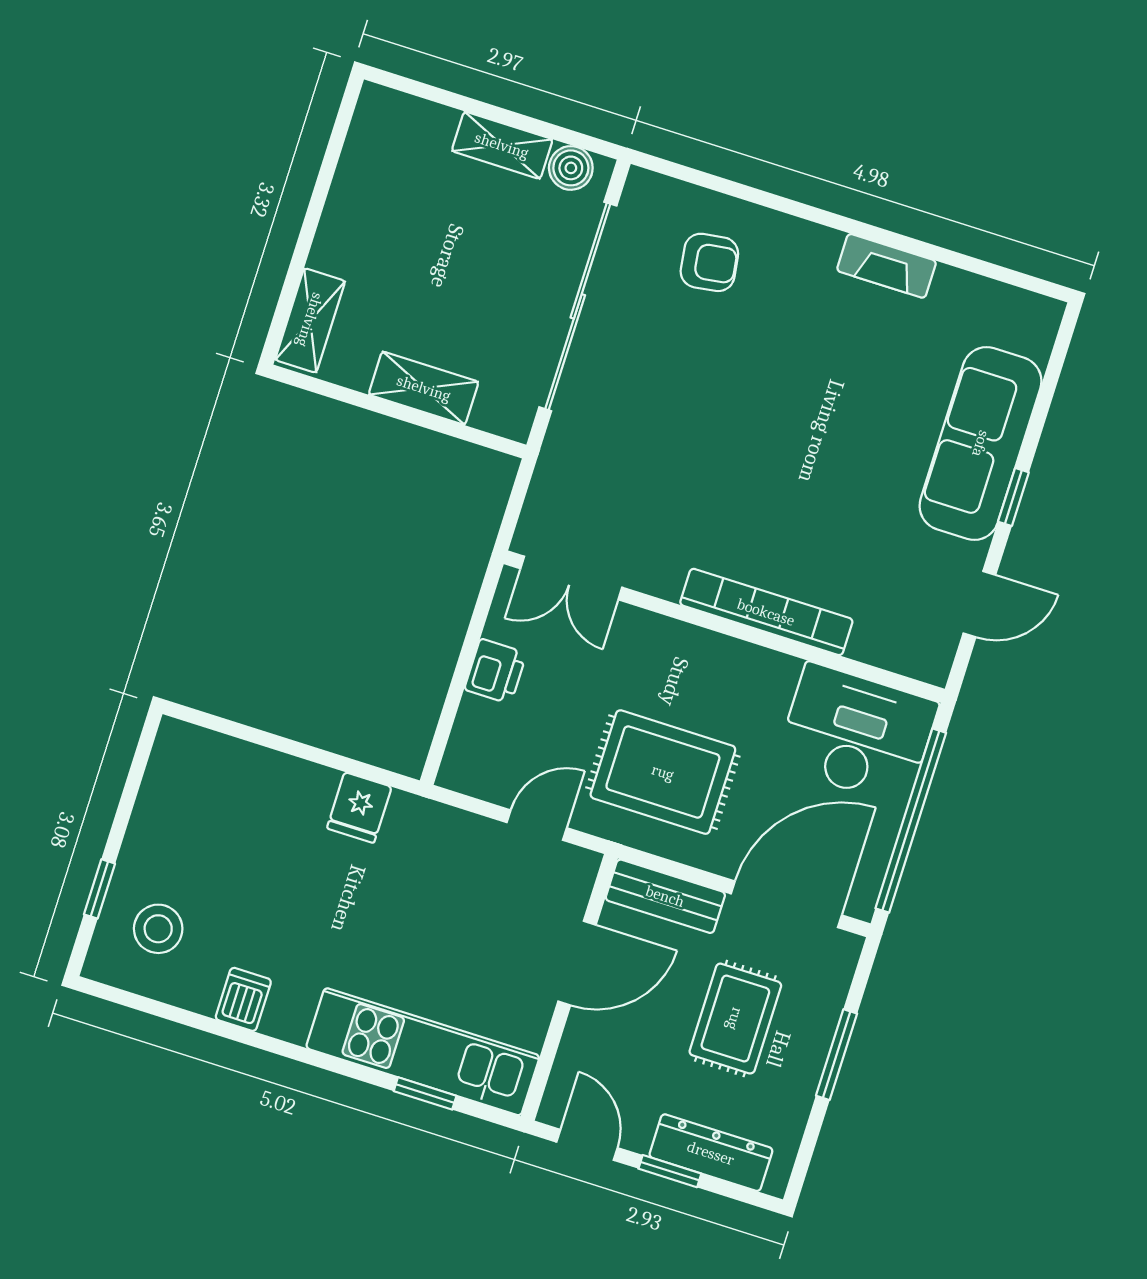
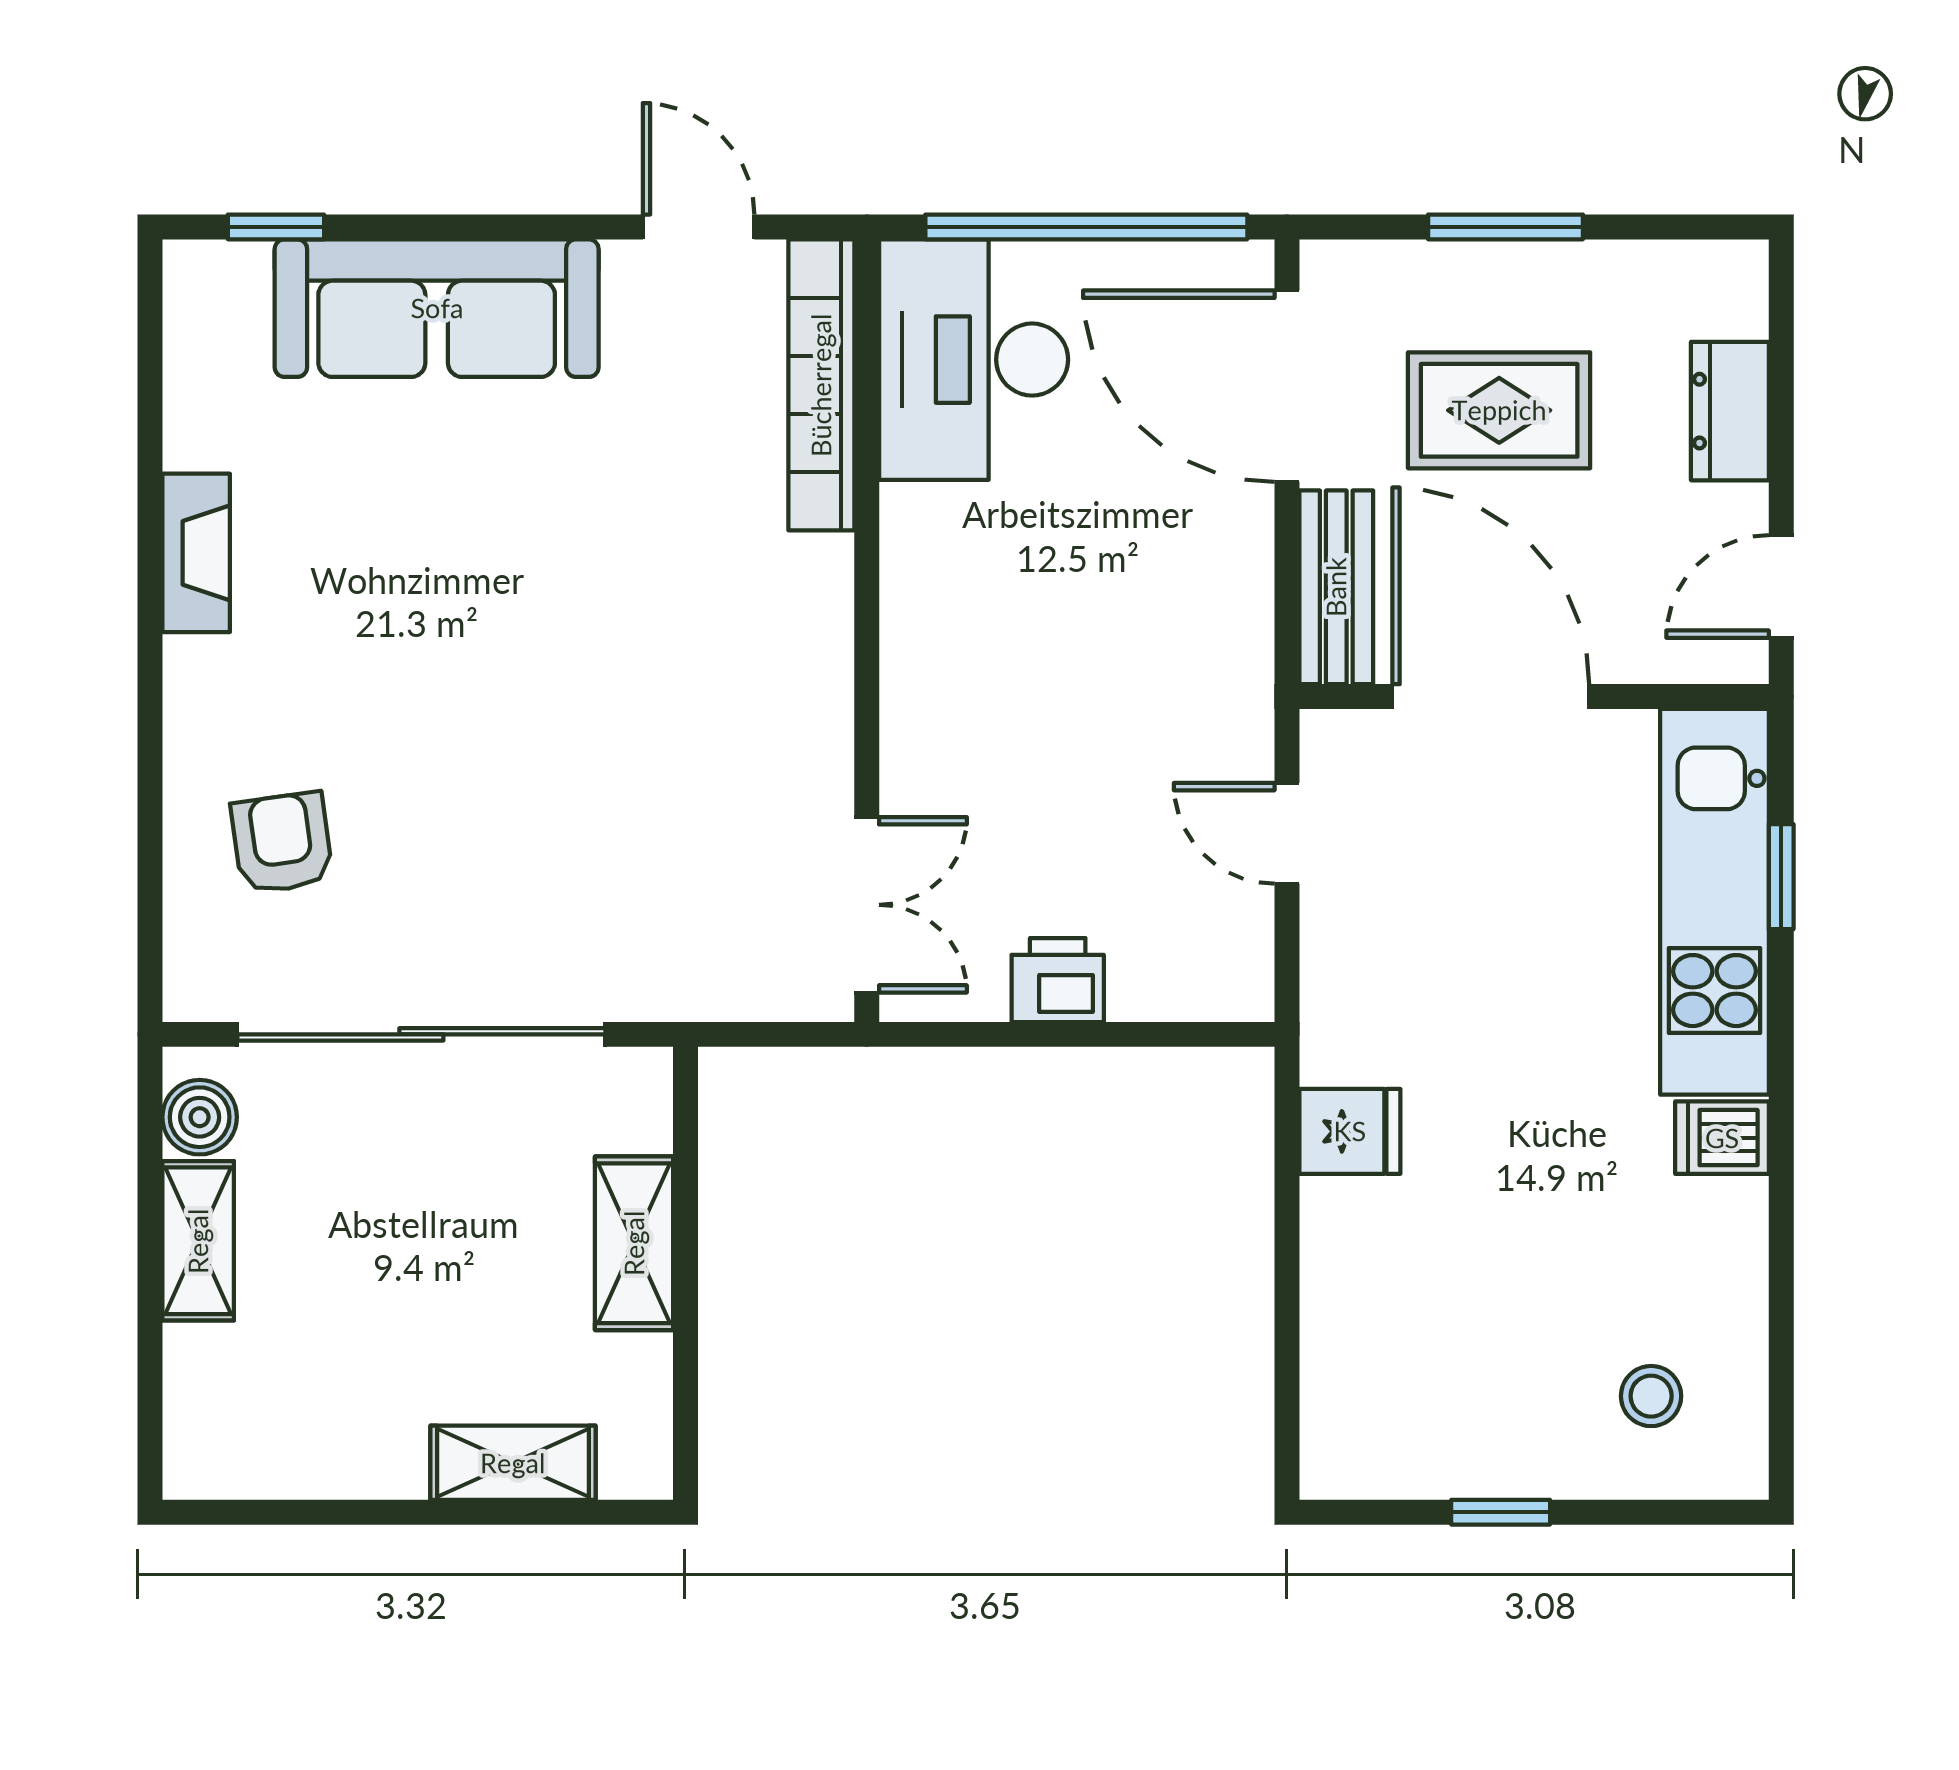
shelving: (310, 320) -> (513, 1463), moved
window: (1013, 497) -> (276, 227), moved
bookcase: (766, 612) -> (821, 385), moved
rug: (663, 772) -> (1135, 655), removed
window: (99, 889) -> (1501, 1512), moved
stool: (158, 929) -> (1651, 1396), width x0.73, depth x0.73
door: (577, 963) -> (1491, 697), width x1.36
dishwasher: (243, 999) -> (1722, 1138), moved
dresser: (711, 1153) -> (1730, 411), width x0.70
window: (670, 1171) -> (1781, 438), removed

